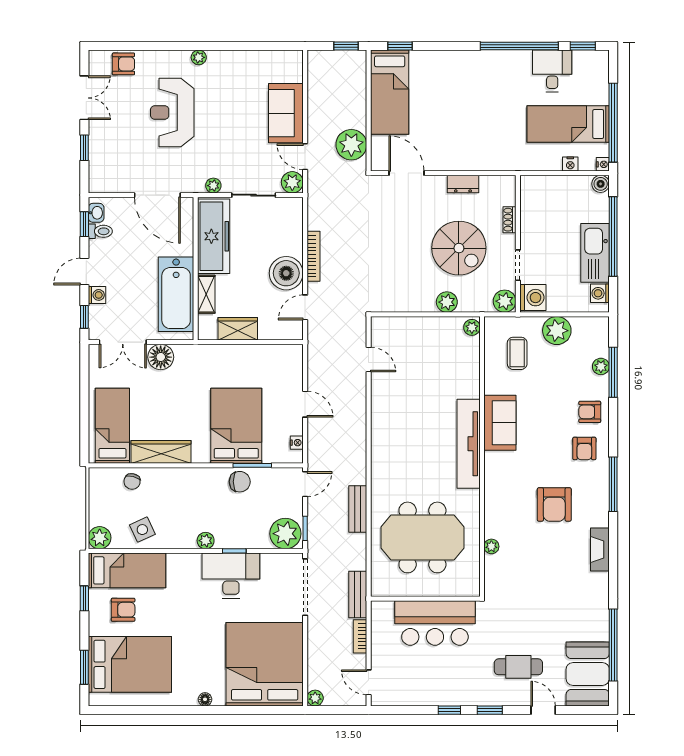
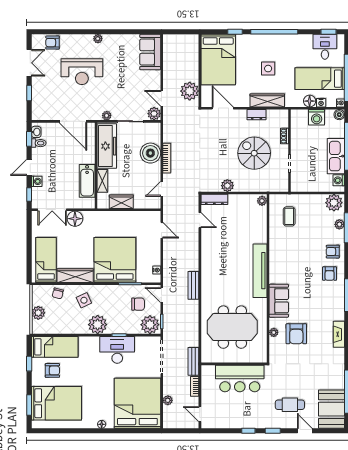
window: (346, 46) -> (186, 32), removed
window: (400, 46) -> (235, 32), moved
window: (519, 46) -> (274, 32), moved
armchair: (123, 64) -> (53, 43), turned 180
desk: (552, 71) -> (325, 47), moved
bed: (390, 92) -> (218, 59), width x1.50
side table: (482, 107) -> (268, 69), added
reception desk: (172, 112) -> (82, 72), turned -90
sofa: (286, 113) -> (150, 52), moved
wardrobe: (481, 160) -> (267, 100), added
floor lamp: (551, 161) -> (310, 101), added
spiral stairs: (459, 248) -> (254, 153), turned 180
boiler: (286, 273) -> (150, 153), moved
bathtub: (176, 294) -> (87, 181), width x0.73, depth x0.73
washing machine: (533, 298) -> (317, 117), moved, turned 90
plant: (505, 301) -> (282, 185), removed
plant: (447, 302) -> (227, 186), moved
dresser: (393, 325) -> (214, 199), added
plant: (557, 331) -> (334, 203), moved
door: (305, 404) -> (162, 230), moved
sofa: (500, 423) -> (279, 301), moved
bed: (236, 426) -> (115, 260), width x1.36
chair: (240, 482) -> (138, 304), moved
door: (305, 484) -> (162, 295), swing flipped
armchair: (554, 504) -> (296, 334), moved
bench: (358, 509) -> (193, 285), moved
side table: (142, 530) -> (84, 300), moved
plant: (100, 538) -> (38, 313), moved
plant: (206, 541) -> (98, 325), width x1.87, depth x1.87
plant: (315, 698) -> (168, 400), moved

